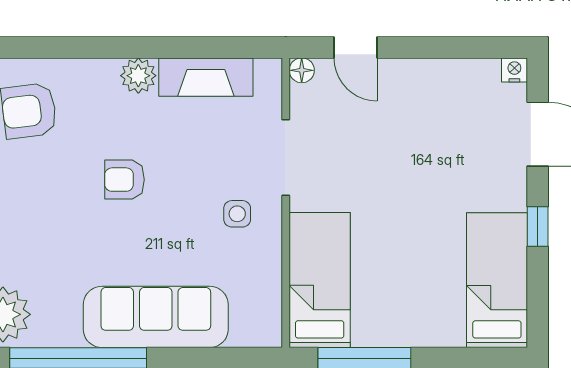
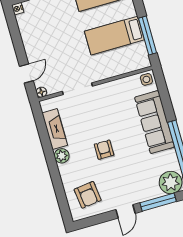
armchair: (125, 180) -> (104, 150), turned 180
side table: (237, 214) -> (146, 79), moved
bed: (320, 280) -> (114, 36), moved

